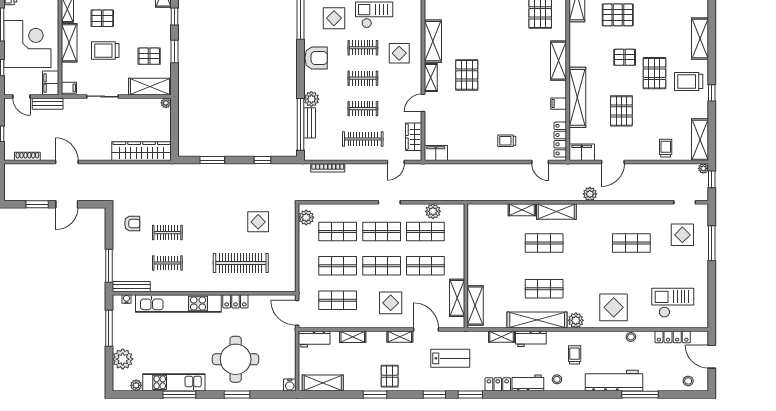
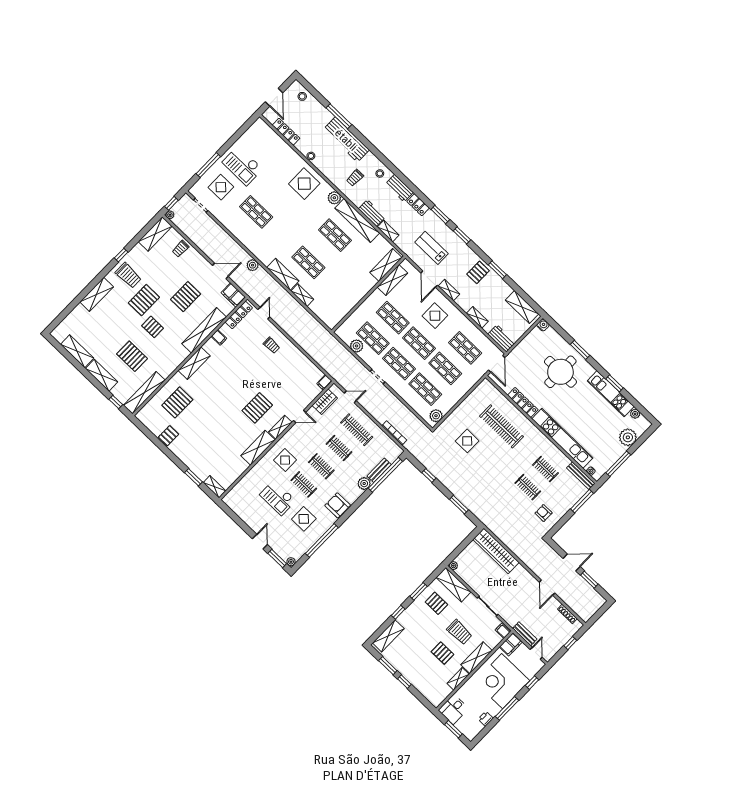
filing cabinet: (436, 153) -> (324, 382), width x0.50
locker: (235, 301) -> (523, 402), width x1.53
checkout: (673, 303) -> (242, 166), moved
window: (179, 394) -> (614, 383), width x0.69

